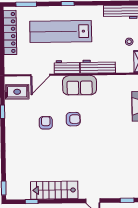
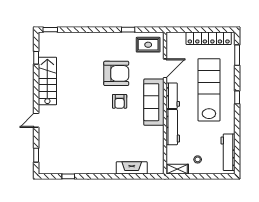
door: (40, 75) -> (165, 68), swing flipped
sofa: (80, 85) -> (154, 102), width x1.36
rug: (17, 92) -> (148, 45), turned 90
armchair: (46, 123) -> (116, 73), width x1.88, depth x1.88

